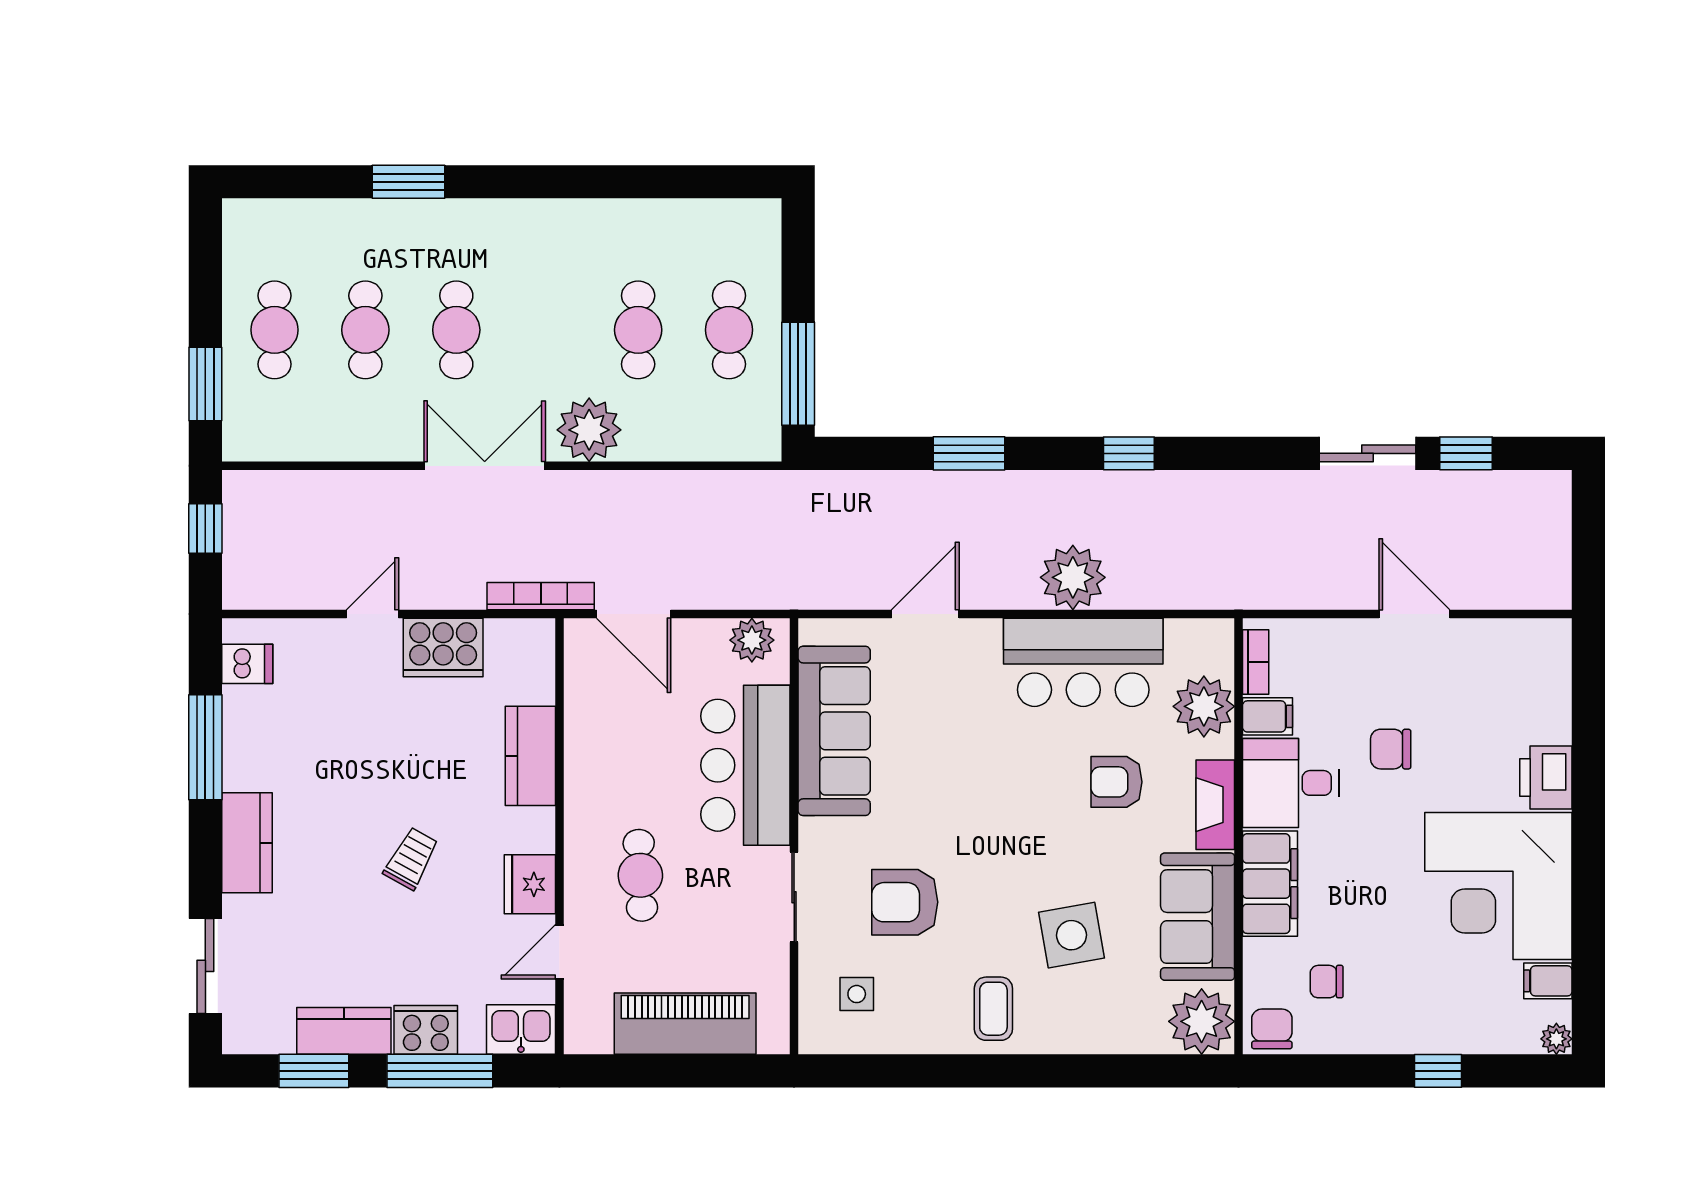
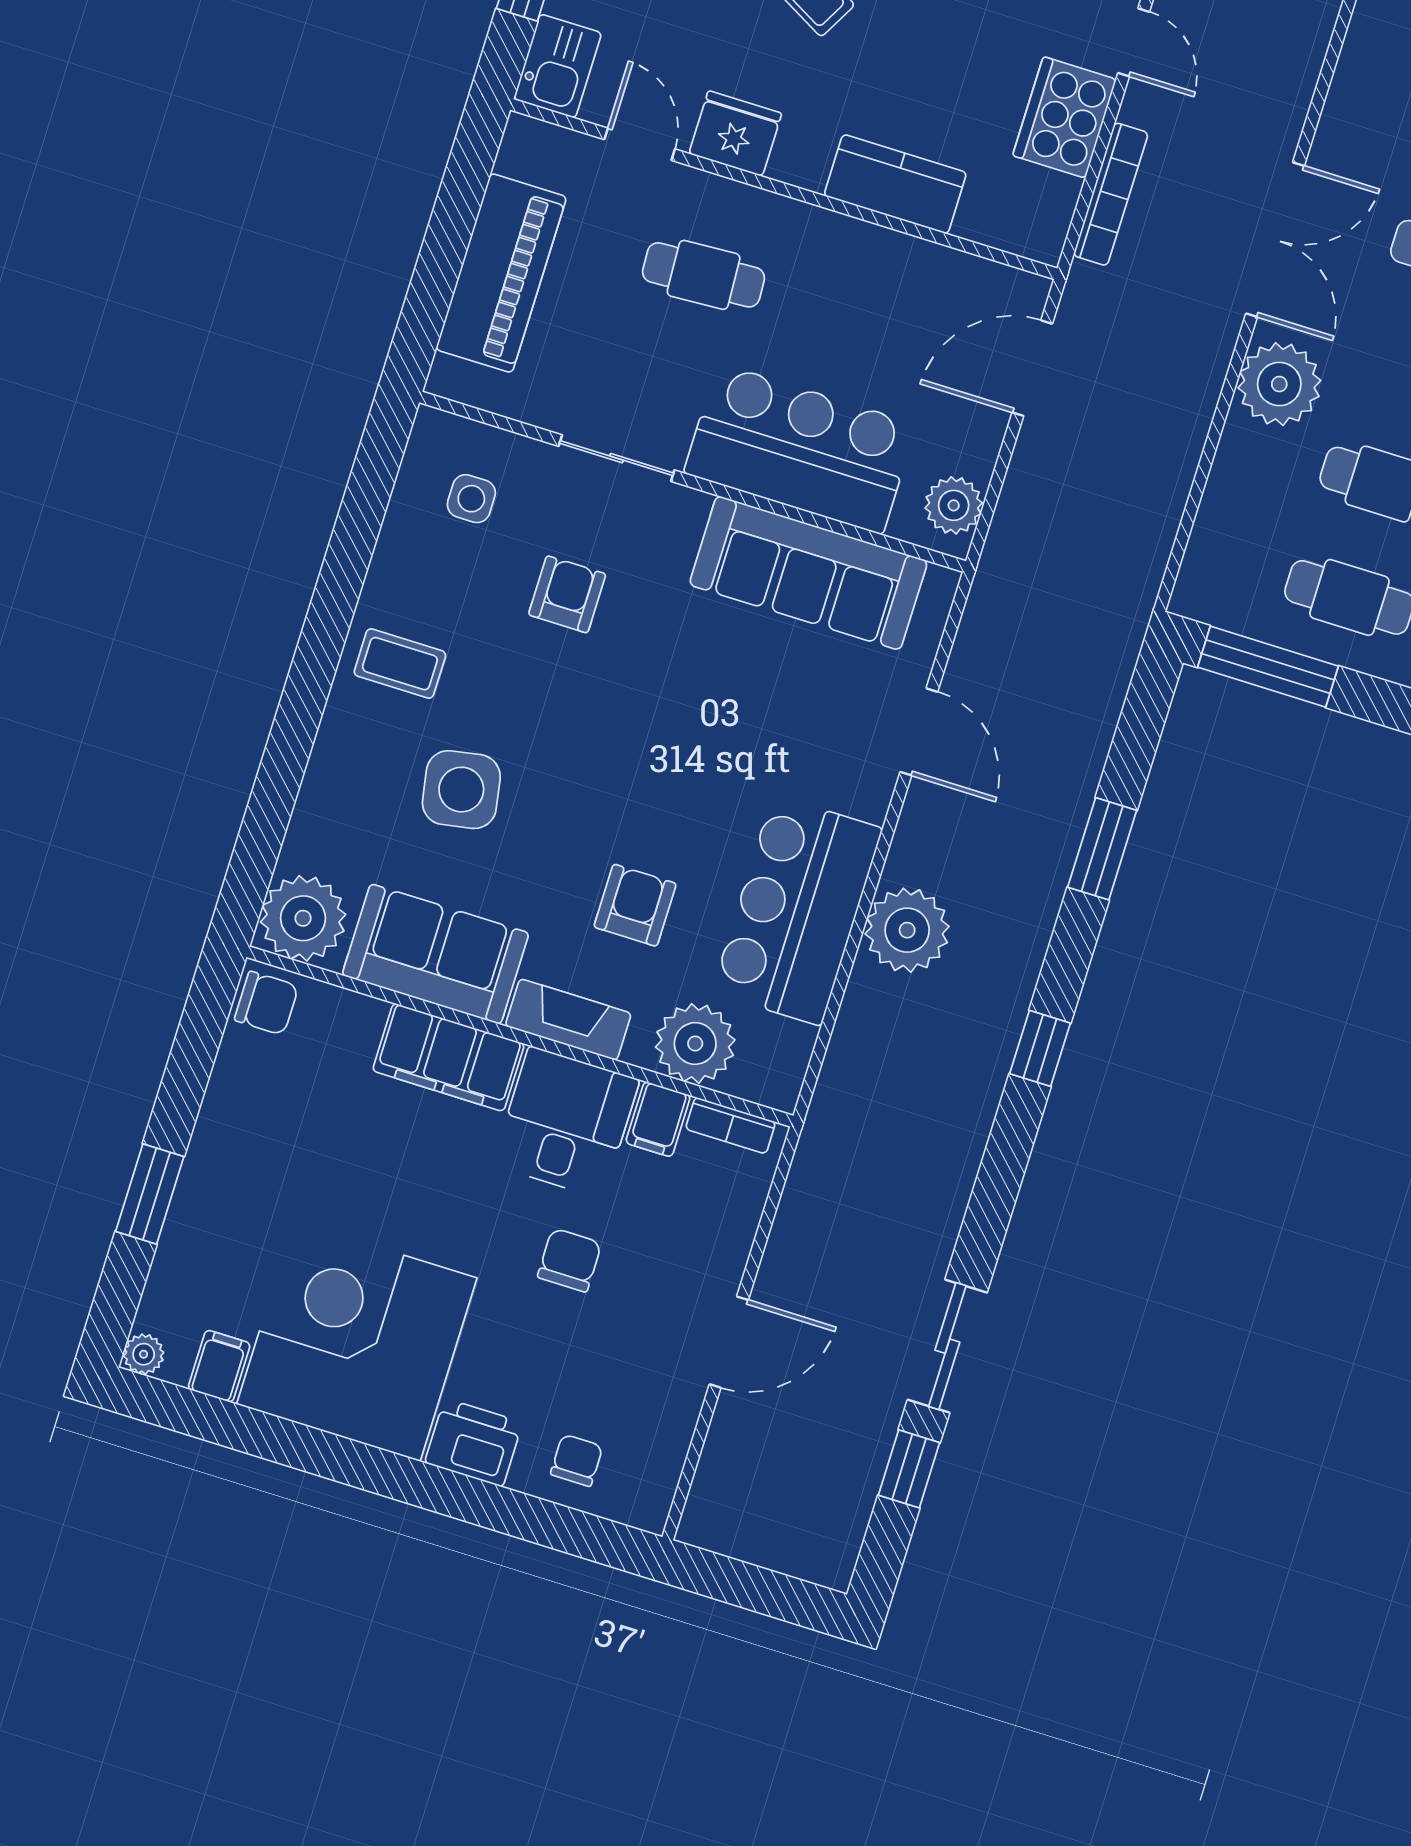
bookcase: (541, 596) -> (1111, 194), moved
armchair: (905, 902) -> (567, 594), width x0.72, depth x0.72
chair: (1327, 982) -> (577, 1460), moved
window: (1438, 1071) -> (150, 1194), width x1.50

